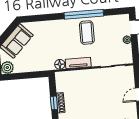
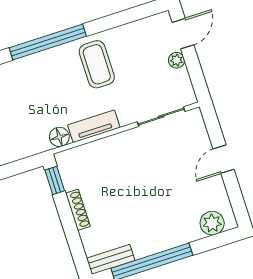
window: (84, 14) -> (48, 42), moved
window: (54, 103) -> (55, 180), moved

